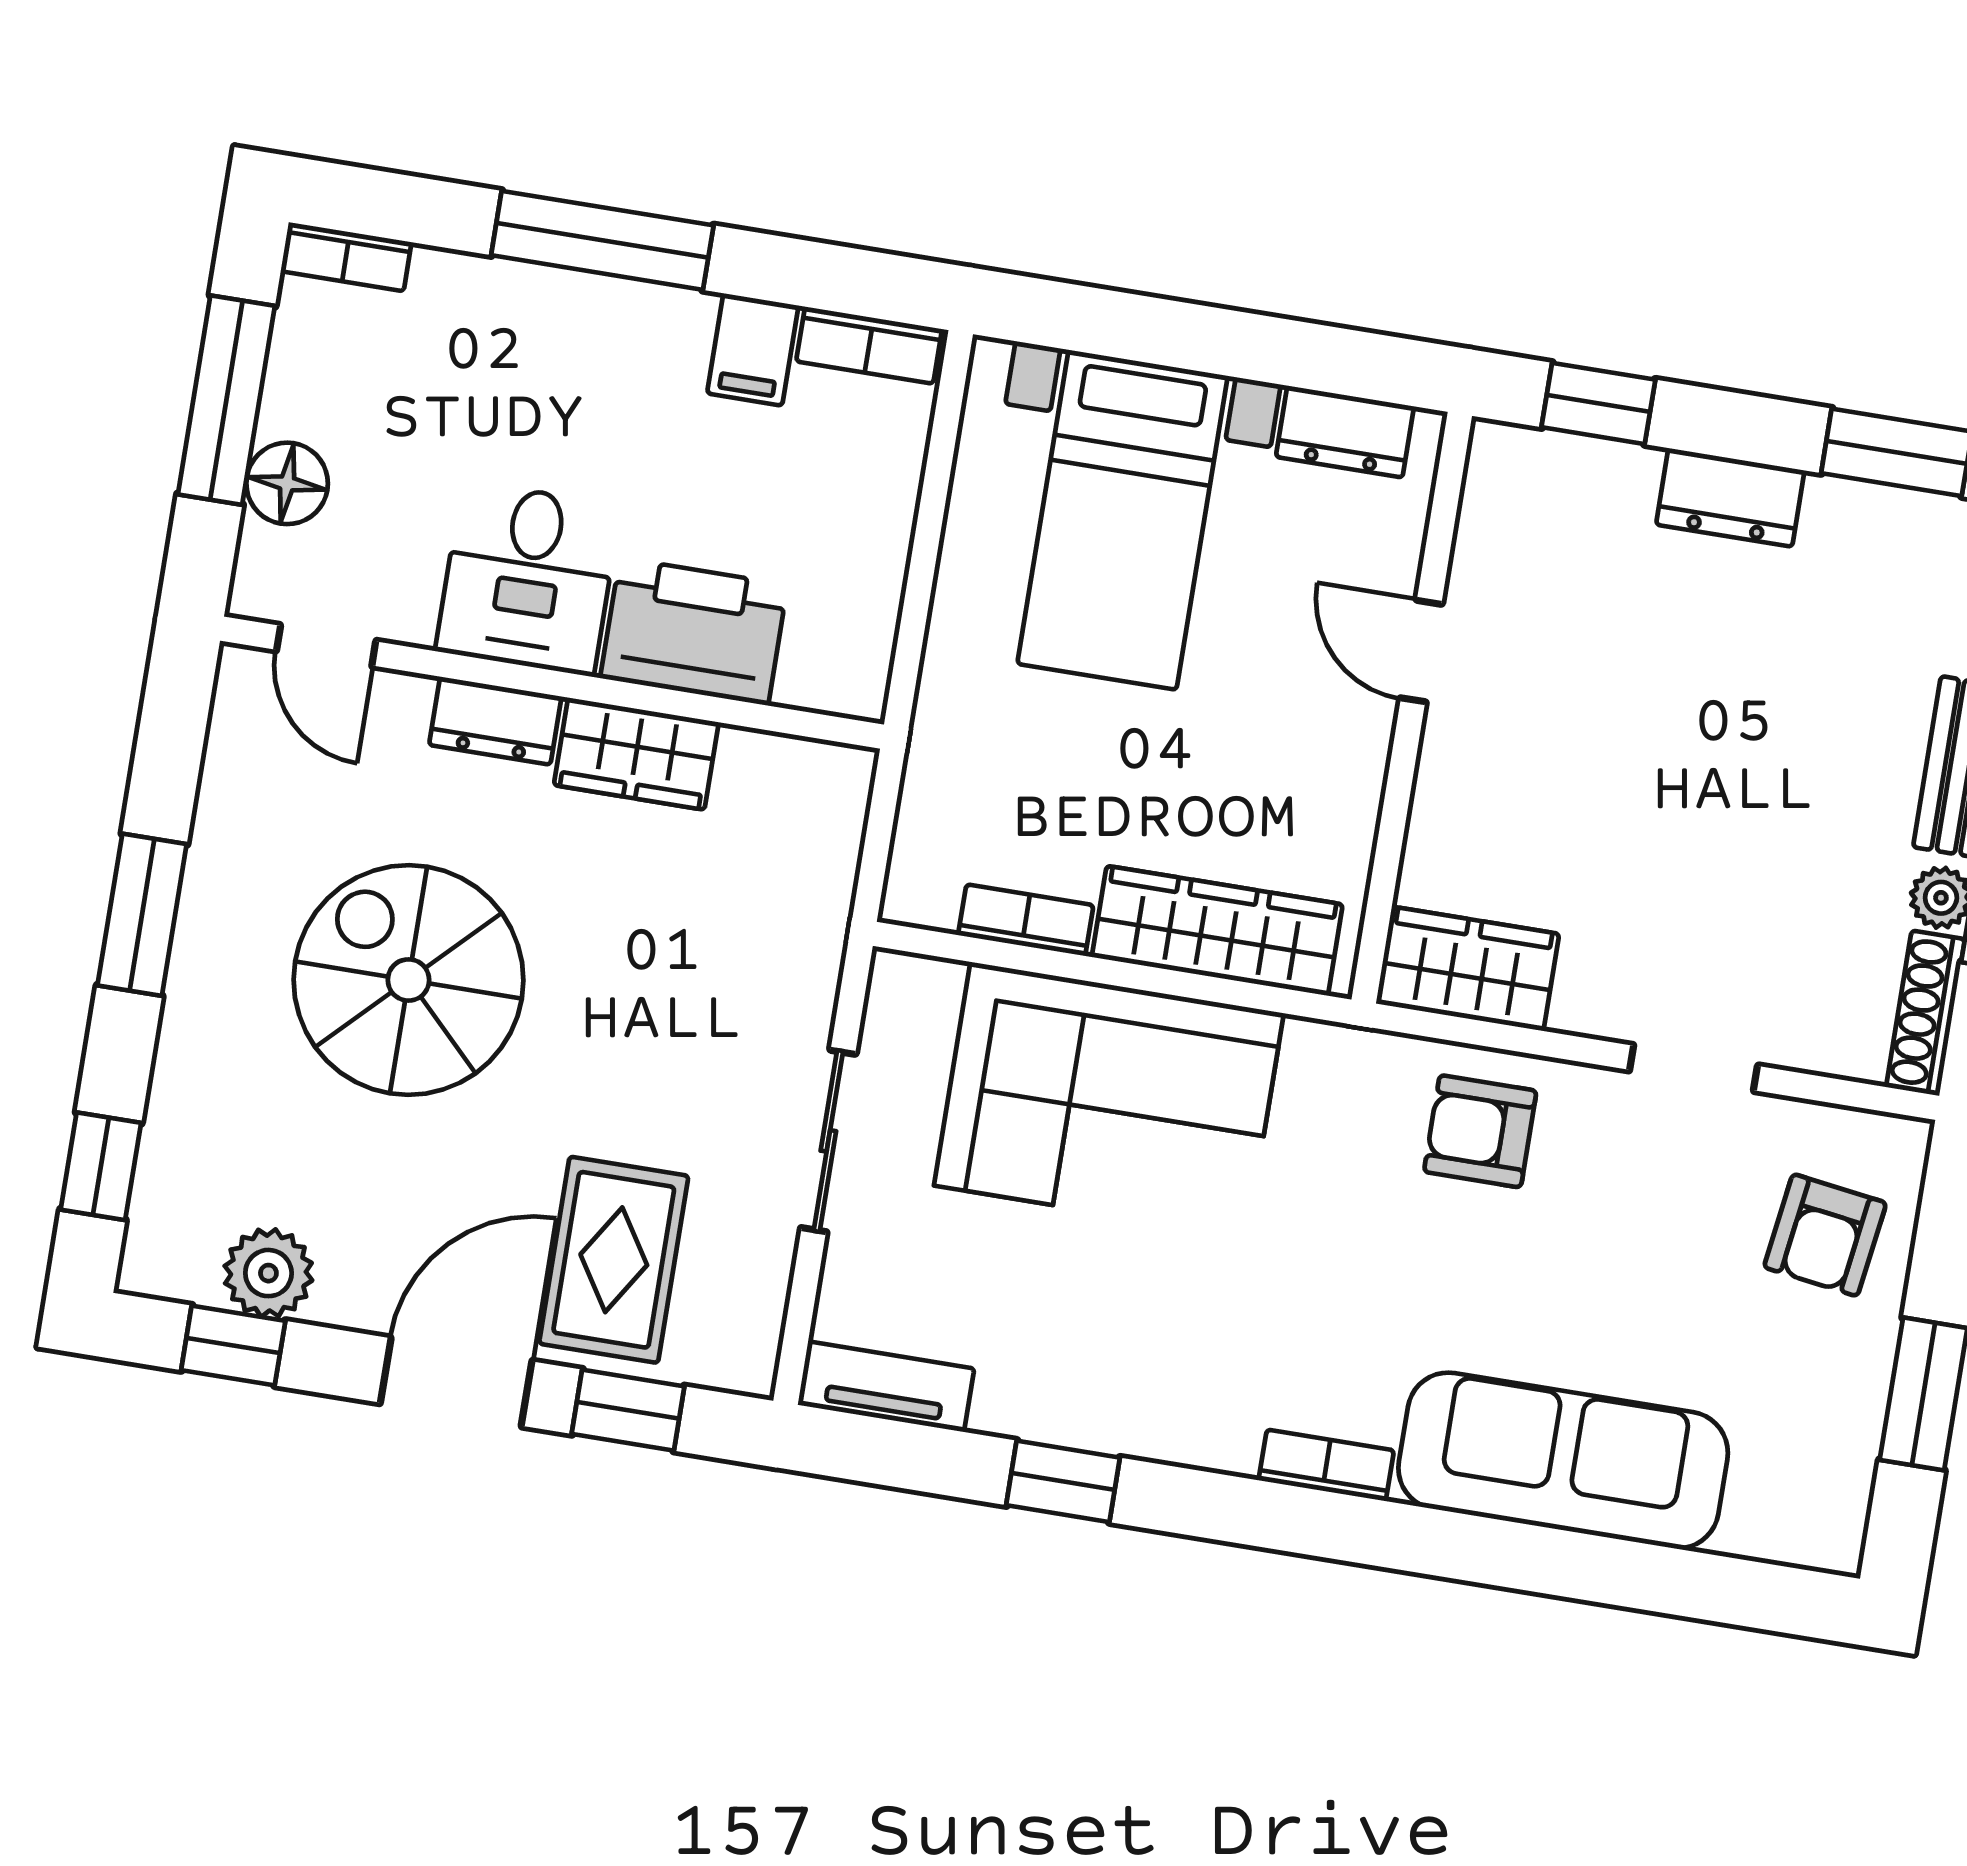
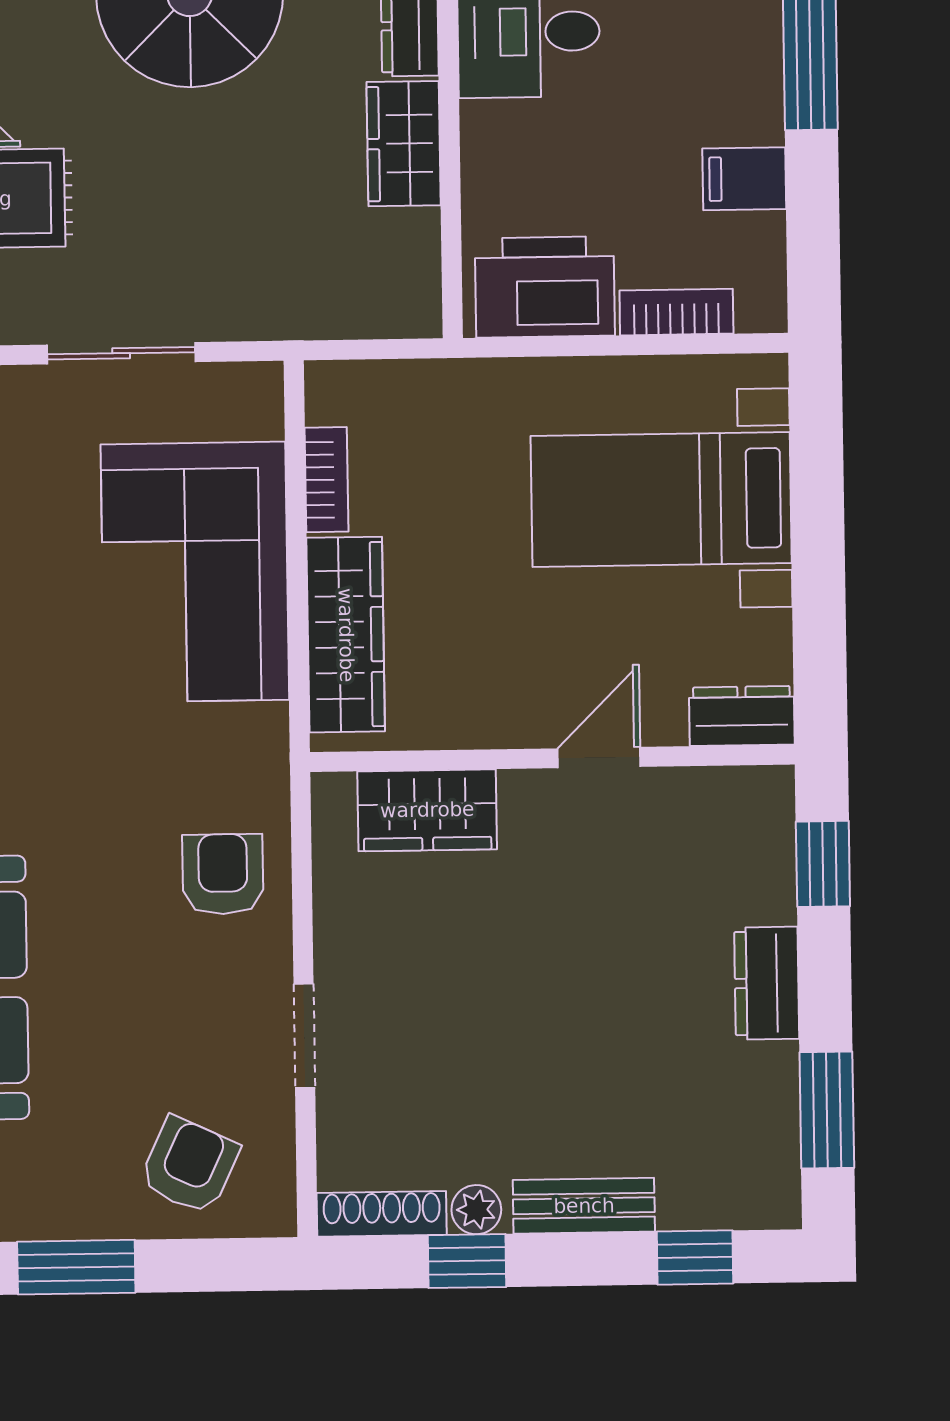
bookcase: (869, 345) -> (676, 312), moved, turned 90
dresser: (1345, 432) -> (742, 716), moved, turned 90
printer: (694, 631) -> (545, 287), moved, turned -90
wardrobe: (1468, 969) -> (427, 810), moved, turned 90
armchair: (1825, 1235) -> (189, 1165), turned 107

